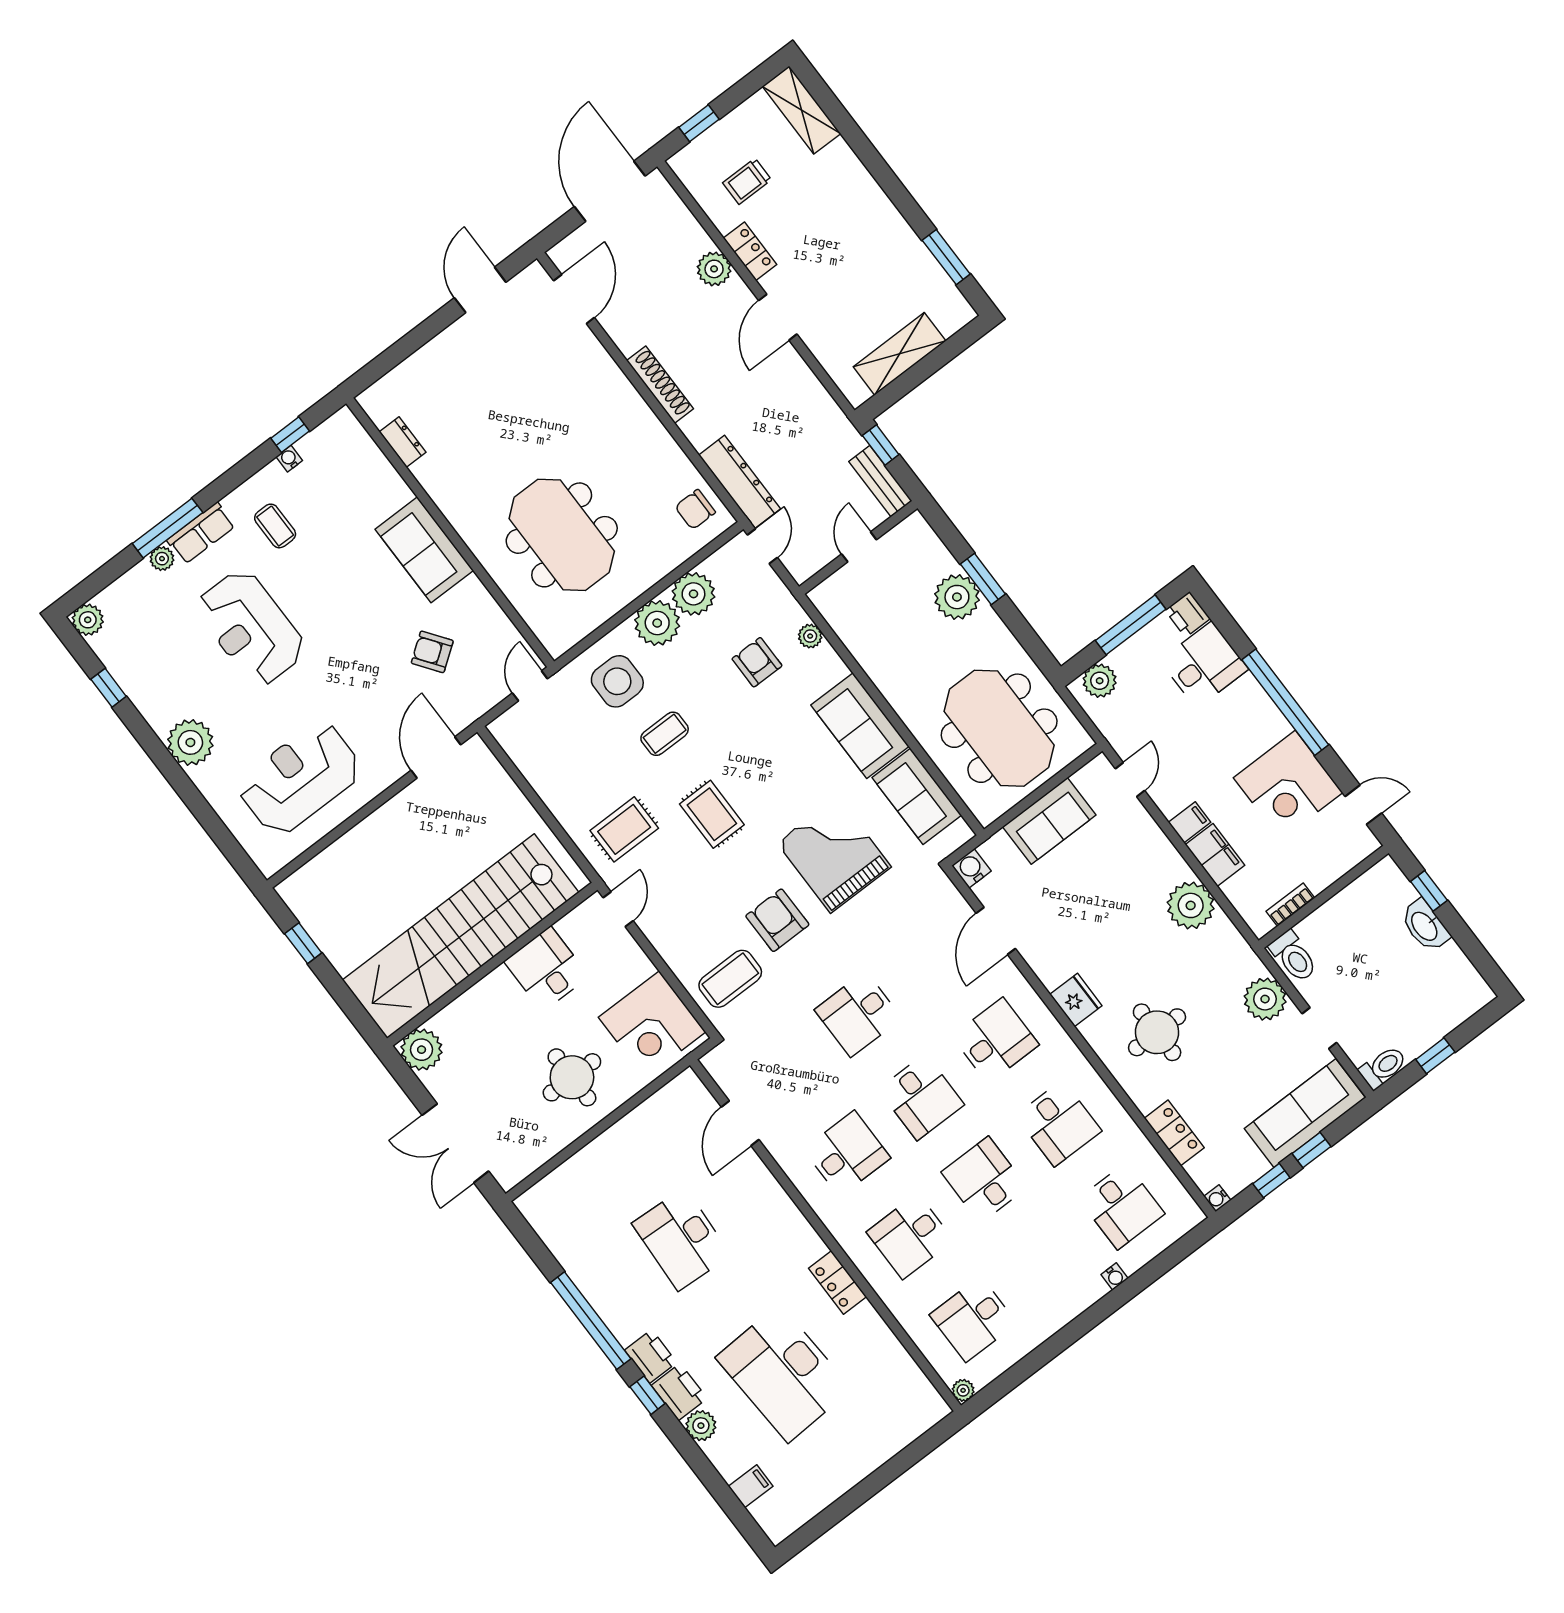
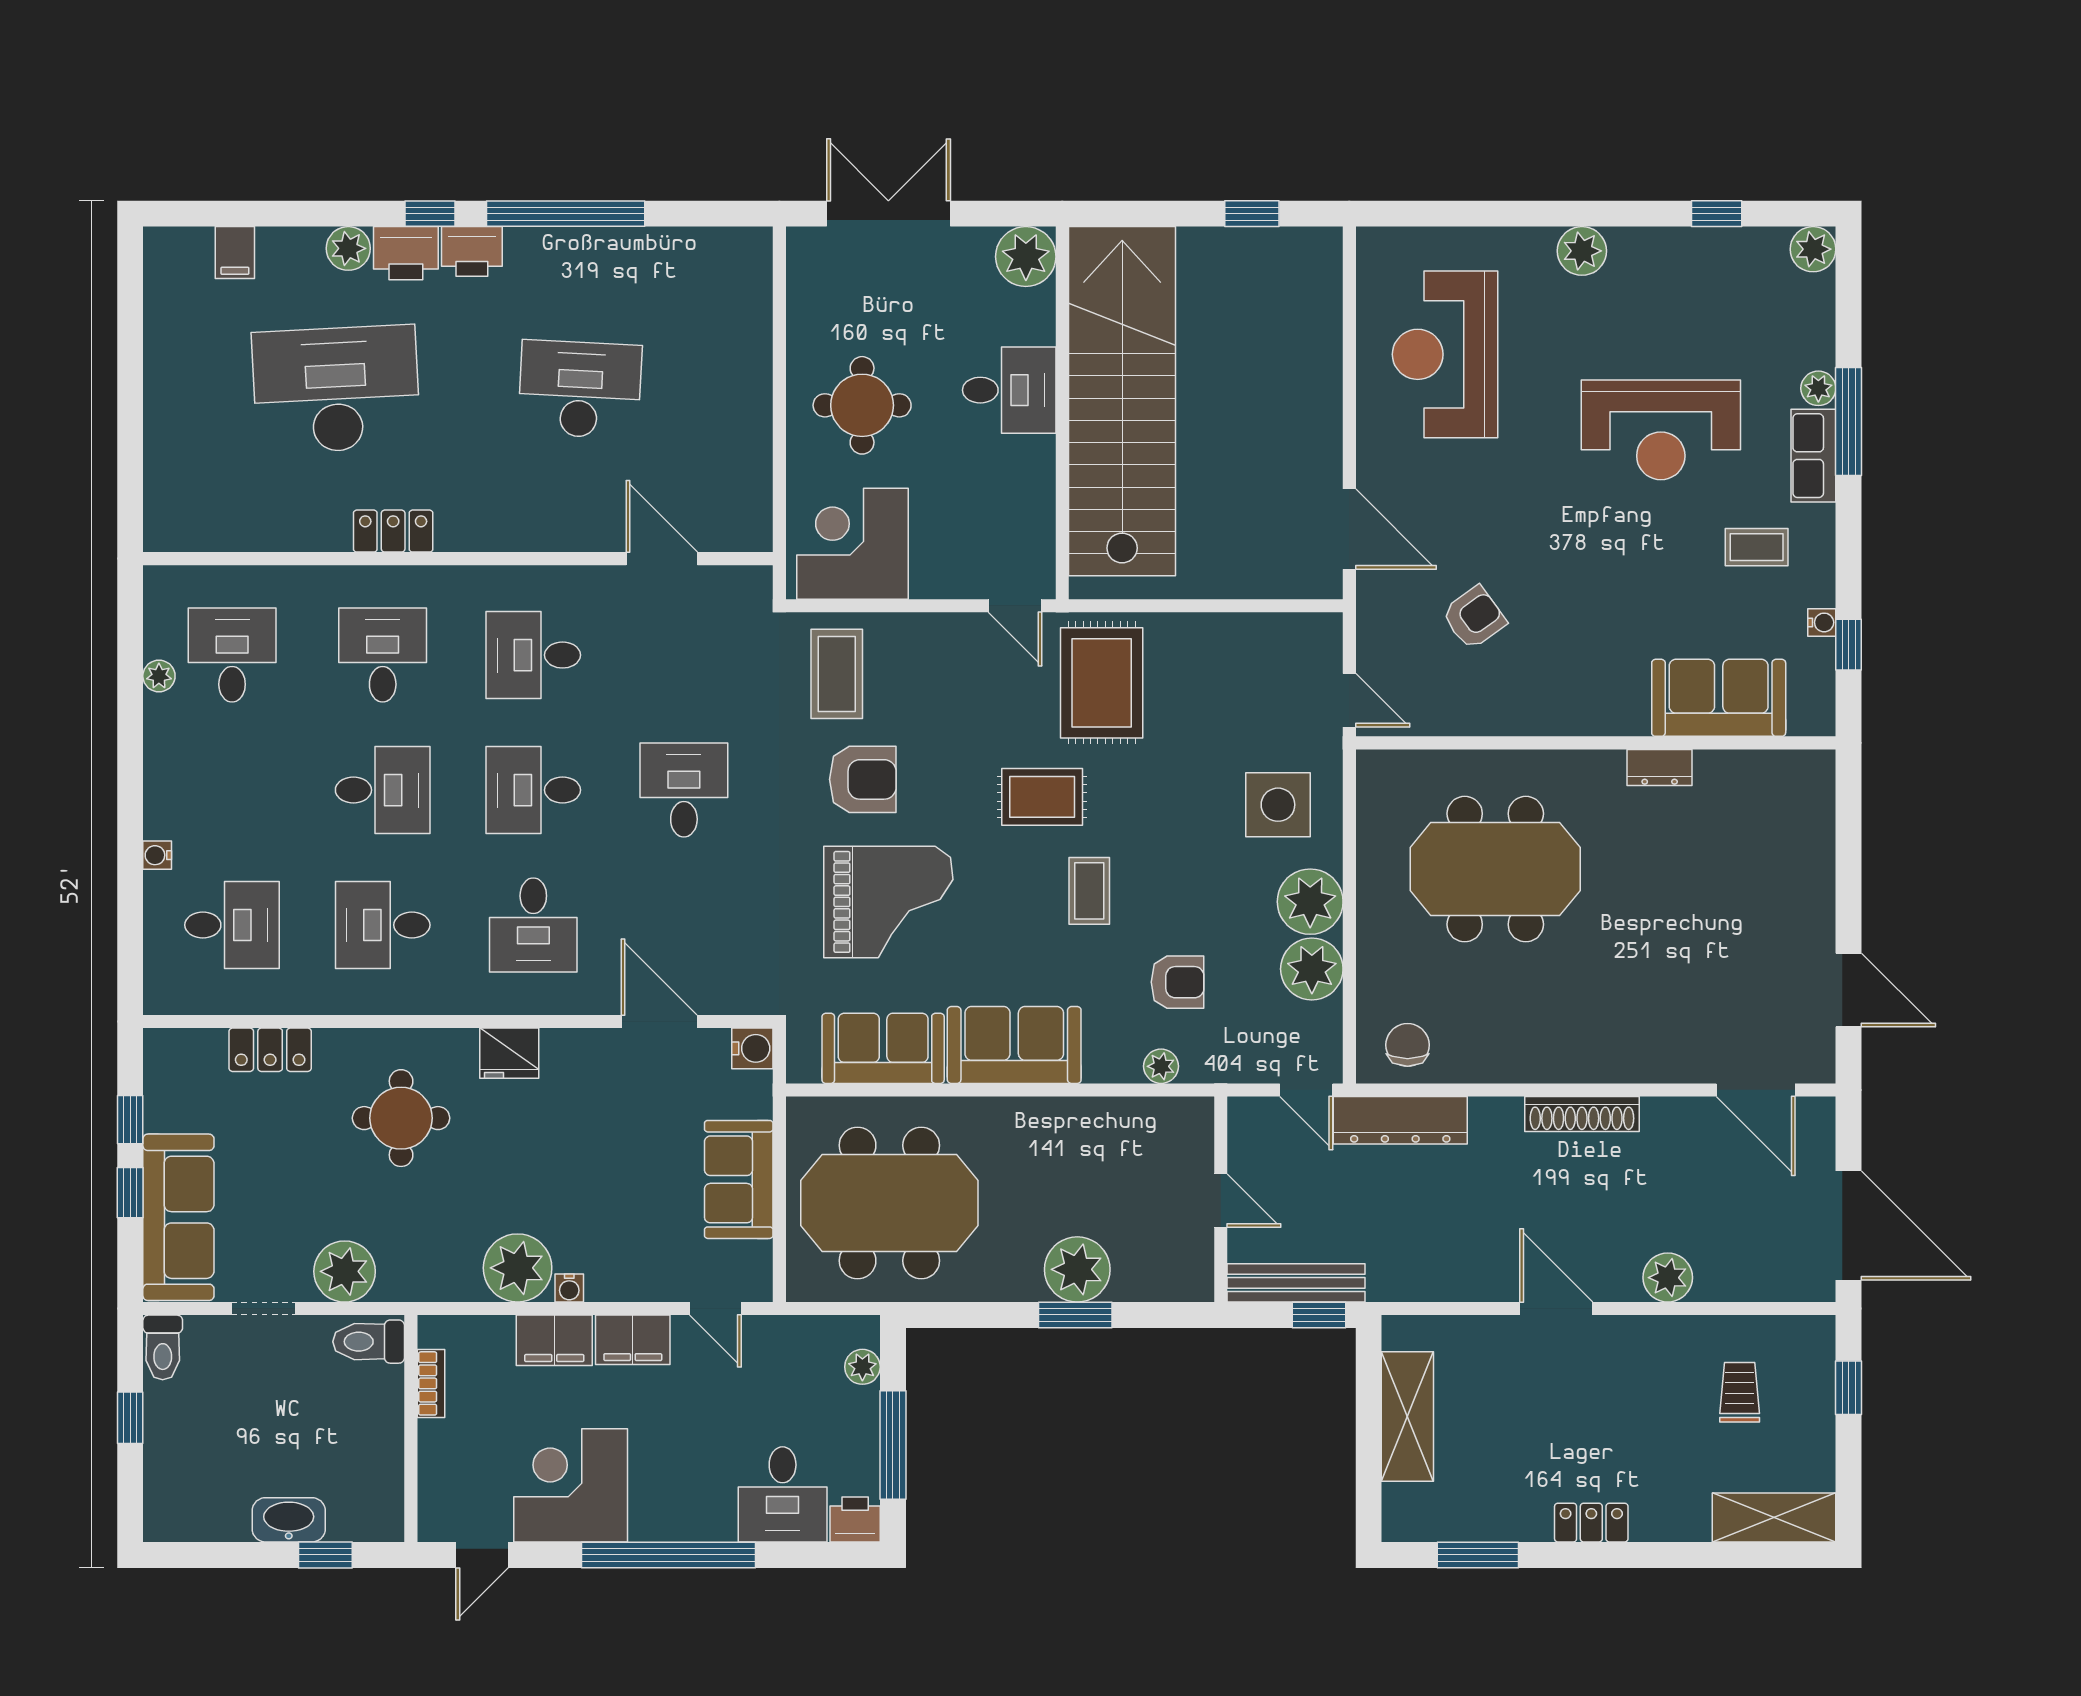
locker: (750, 251) -> (1591, 1523), moved, turned 180
dresser: (403, 442) -> (1660, 768), moved
bench: (880, 481) -> (1296, 1283), width x1.36
sofa: (424, 550) -> (1719, 698), moved
reception desk: (251, 628) -> (1661, 430), turned 180
plant: (1100, 681) -> (862, 1367), width x0.73, depth x0.73
coffee table: (665, 734) -> (1089, 891), moved
plant: (190, 742) -> (1582, 251), width x0.73, depth x0.73
reception desk: (300, 778) -> (1445, 354), turned 180
filing cabinet: (1190, 822) -> (633, 1340), width x2.00
rug: (624, 829) -> (1102, 683), width x1.36, depth x1.43
desk: (546, 969) -> (1009, 390), moved
desk: (847, 1154) -> (533, 655), turned 90
water cooler: (1217, 1198) -> (569, 1288), moved, turned 180
desk: (1122, 1206) -> (232, 925), turned 180
plant: (963, 1390) -> (159, 676), moved

